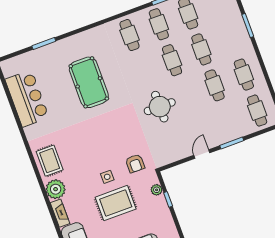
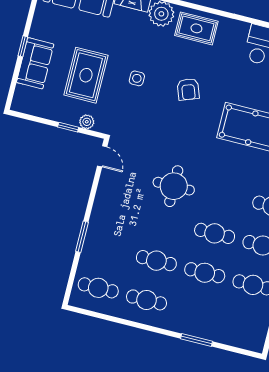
door: (202, 154) -> (102, 156), moved
armchair: (135, 163) -> (188, 89), moved, turned -110
rug: (116, 203) -> (86, 75), moved

